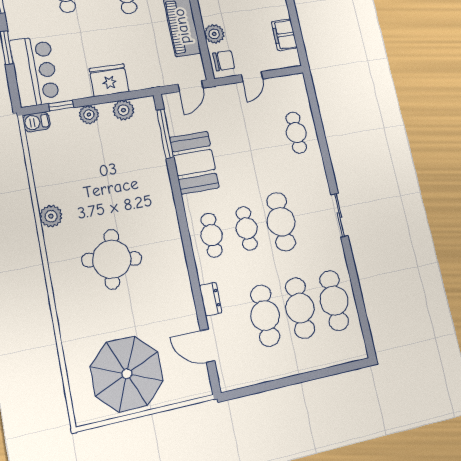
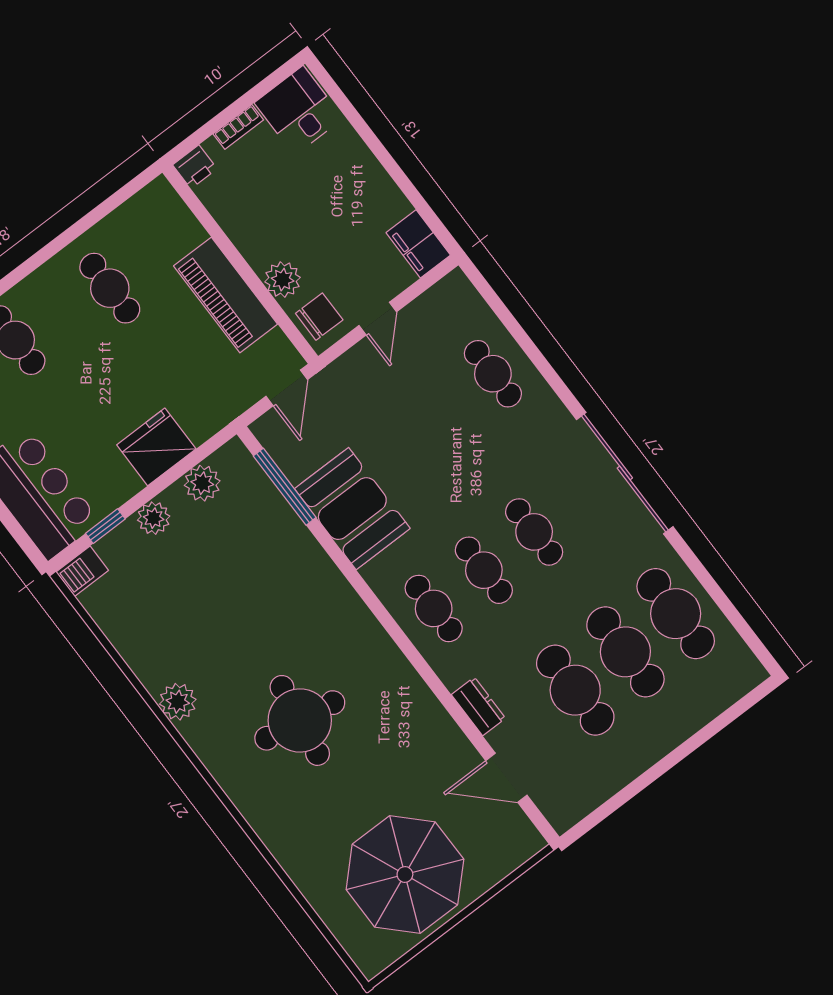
filing cabinet: (284, 35) -> (418, 244), moved
sliding door: (339, 215) -> (625, 473), width x1.86
cafe table: (281, 222) -> (534, 532), width x0.73, depth x0.74

